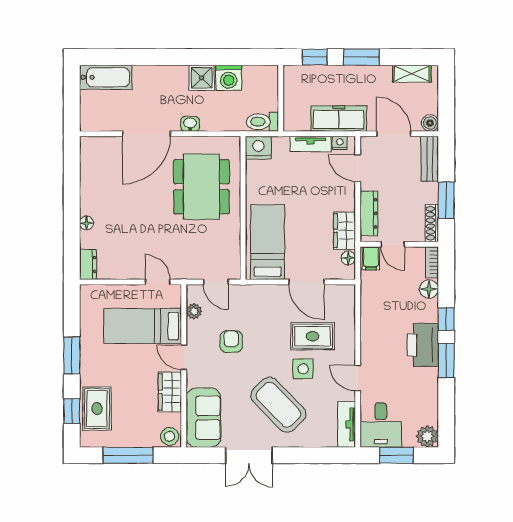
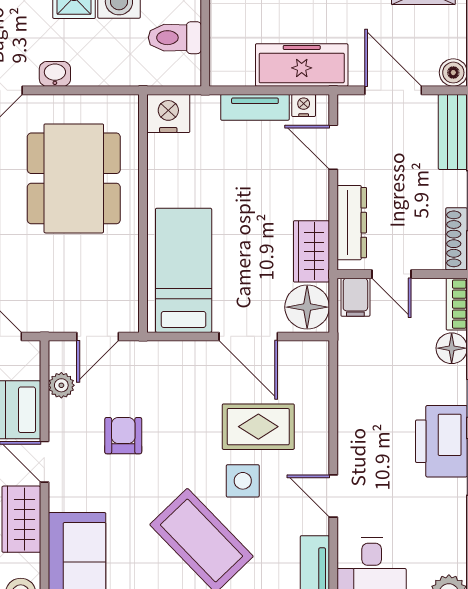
toilet: (262, 122) -> (175, 38), moved
floor lamp: (348, 258) -> (307, 307), width x1.89, depth x1.89
door: (216, 282) -> (98, 336), hinge flipped

